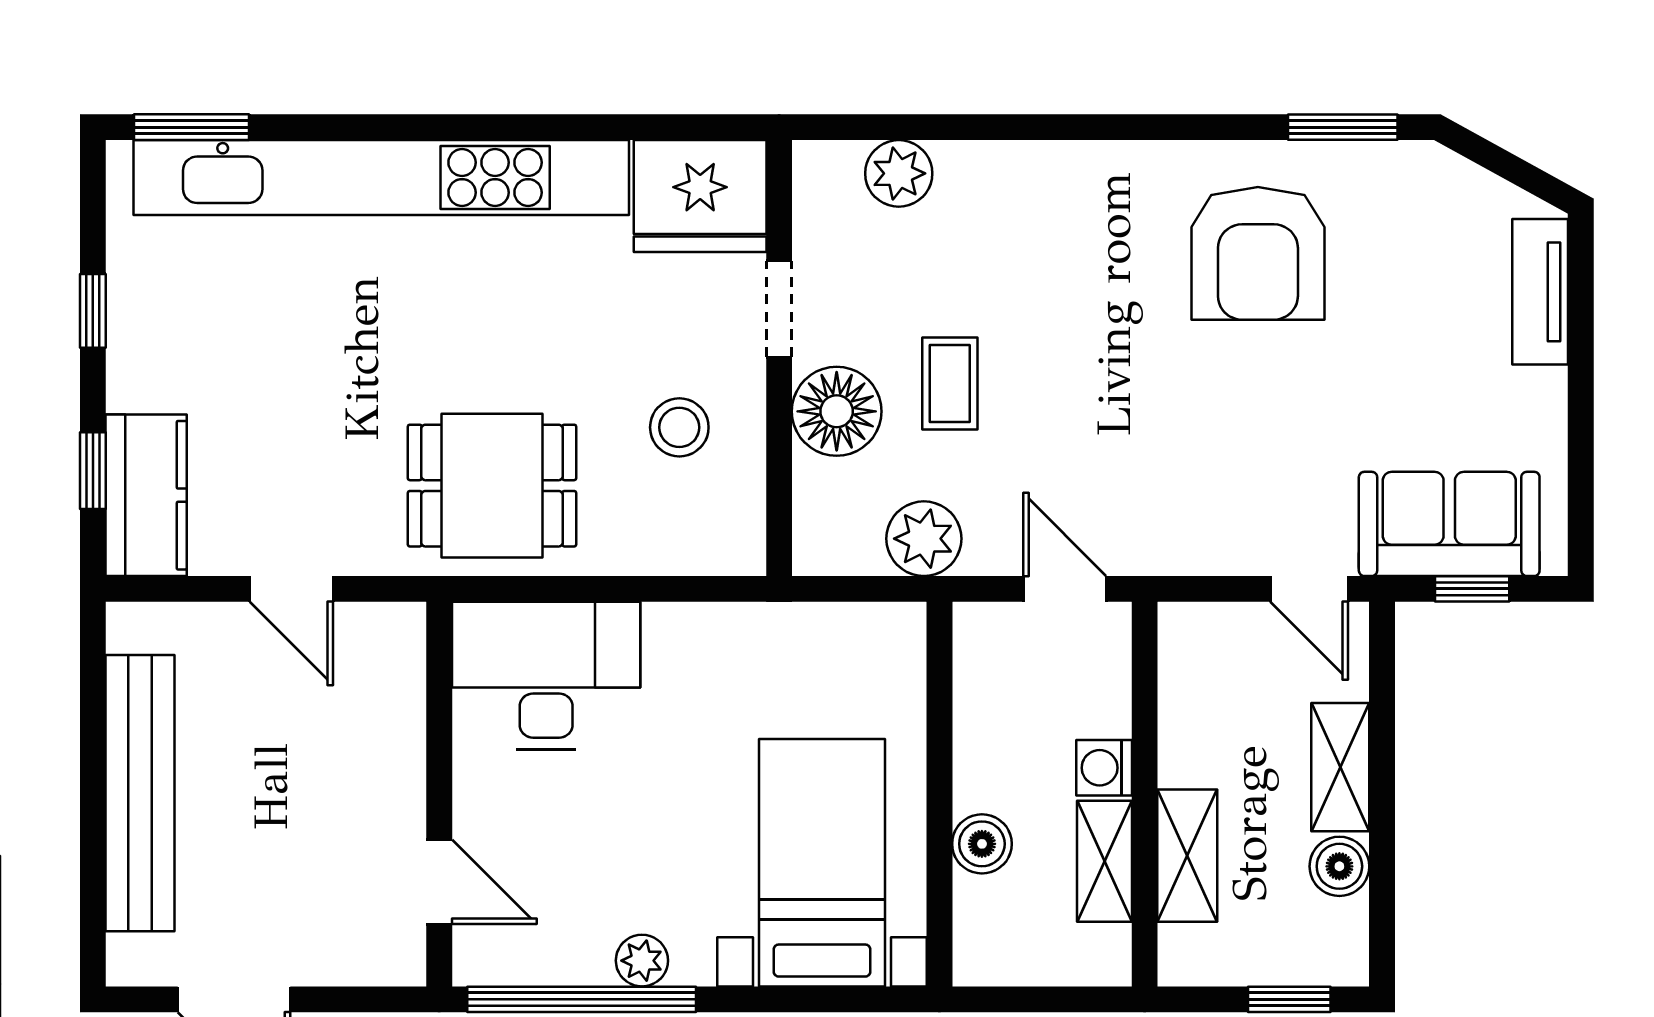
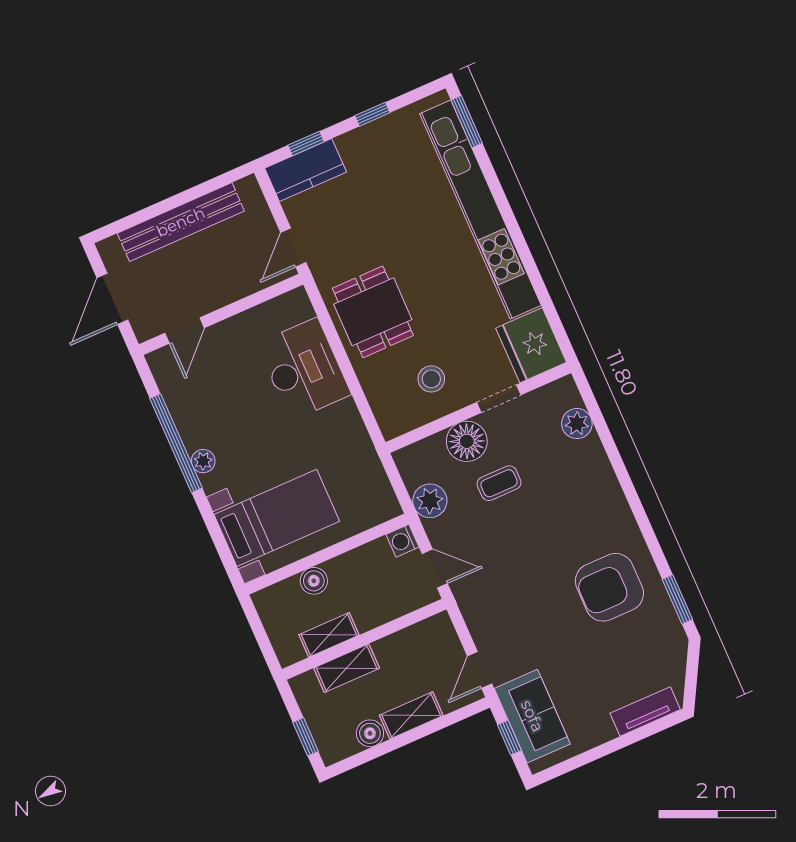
door: (1065, 589) -> (435, 568), hinge flipped
washing machine: (1104, 768) -> (402, 541), moved, turned -90
wall: (439, 794) -> (221, 314), moved
door: (439, 882) -> (185, 331), moved

